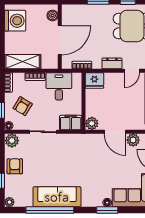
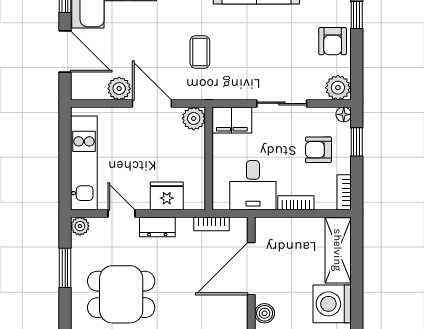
shelving: (23, 62) -> (338, 250), moved, turned 90
door: (132, 71) -> (121, 213), hinge flipped
fridge: (94, 80) -> (167, 196), moved
armchair: (23, 106) -> (318, 150), turned -121
coffee table: (88, 160) -> (200, 52), added

